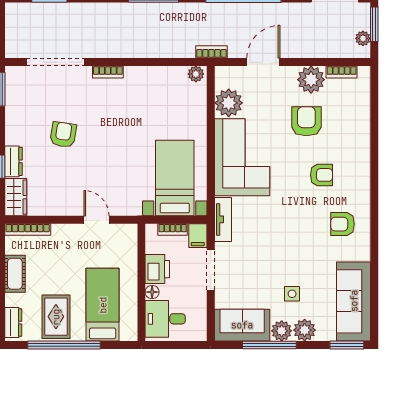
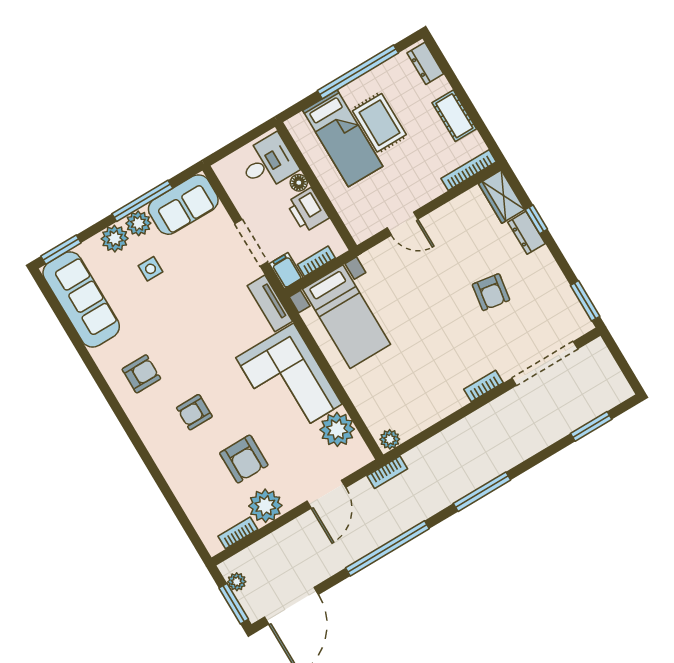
rug: (56, 317) -> (379, 123), moved

